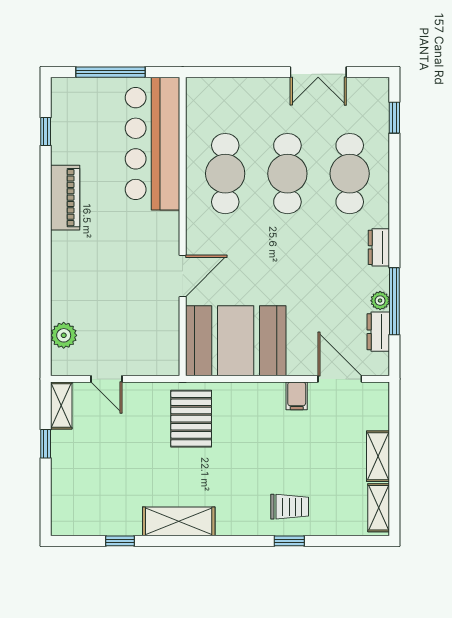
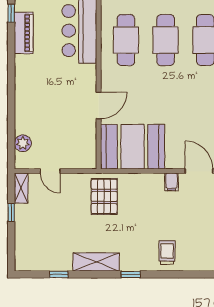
piano: (65, 198) -> (24, 33), moved
trolley: (290, 507) -> (167, 253), turned -90
window: (289, 541) -> (131, 274), moved

